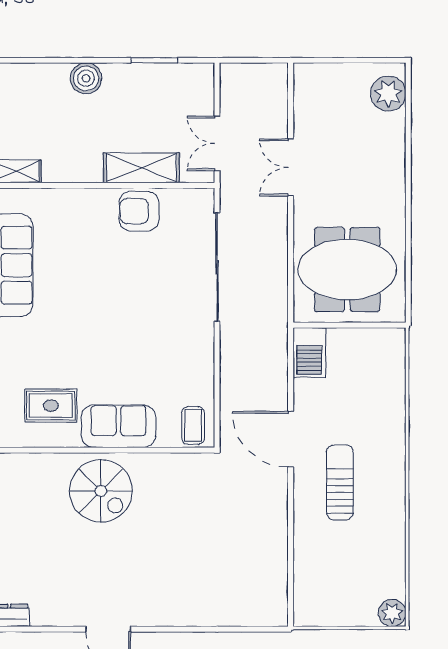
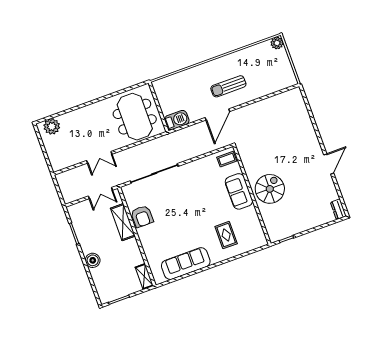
rug: (51, 406) -> (226, 235), moved

